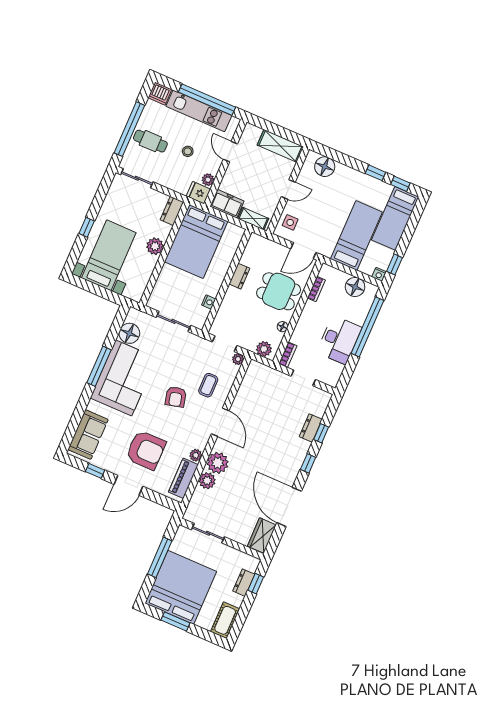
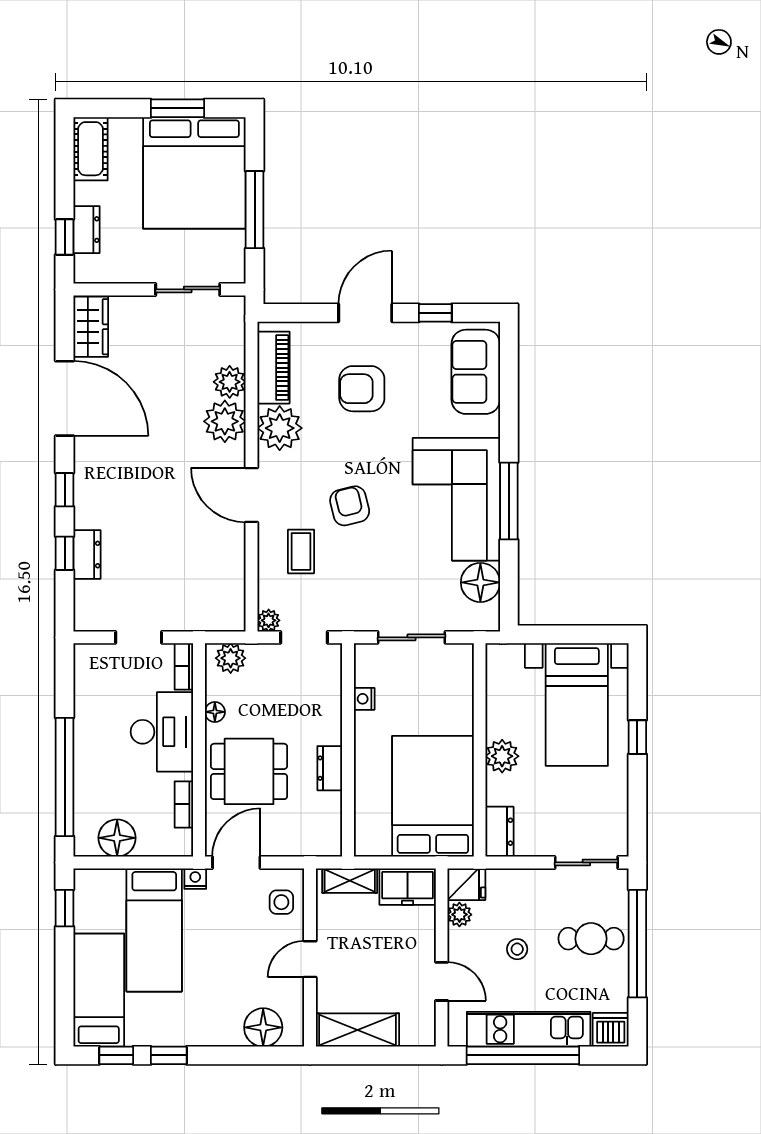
nightstand: (379, 274) -> (195, 879), moved
desk: (339, 340) -> (162, 732), moved, turned 180
armchair: (146, 450) -> (362, 389), width x0.73, depth x0.73
plant: (196, 455) -> (280, 428), width x1.87, depth x1.87

